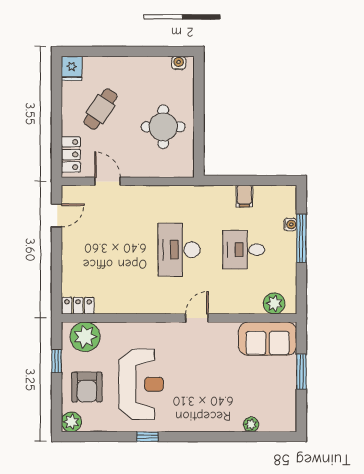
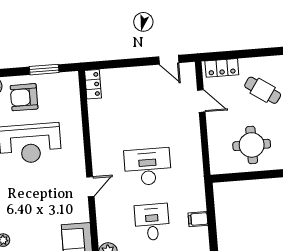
door: (107, 181) -> (201, 101), hinge flipped
door: (197, 318) -> (90, 187), hinge flipped
plant: (85, 337) -> (67, 92), removed
window: (57, 361) -> (44, 70), width x1.50

